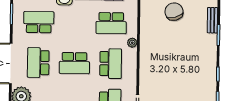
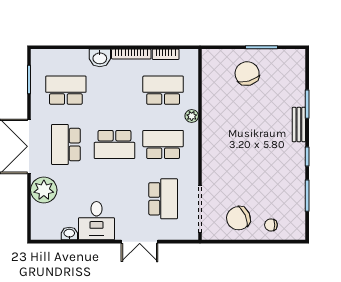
bench: (212, 20) -> (299, 124), moved
school desk: (111, 23) -> (163, 90), turned 180
school desk: (111, 64) -> (163, 144), turned -90

